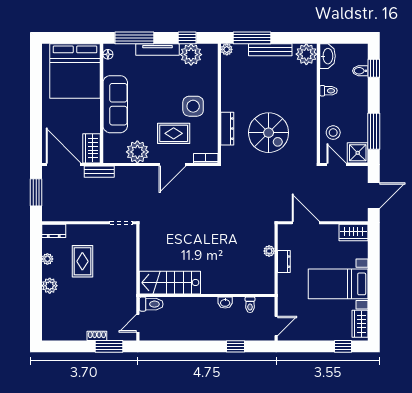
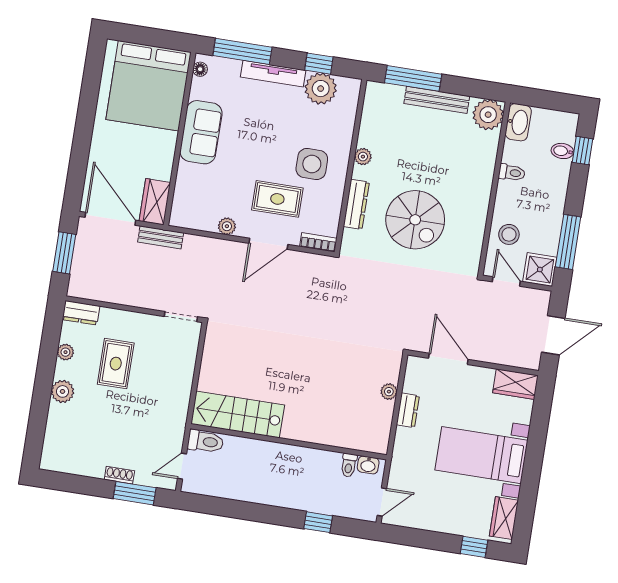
plant: (227, 49) -> (363, 157), moved
sofa: (115, 104) -> (201, 132), width x0.73
plant: (137, 152) -> (227, 226), width x0.53, depth x0.53
washbasin: (225, 303) -> (368, 465), moved

